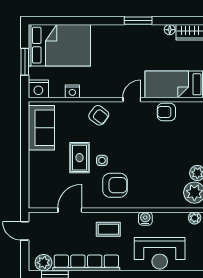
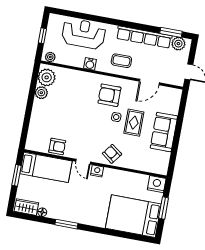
nightstand: (72, 91) -> (97, 171), moved
door: (132, 100) -> (83, 162), hinge flipped
sofa: (41, 128) -> (164, 132), moved

